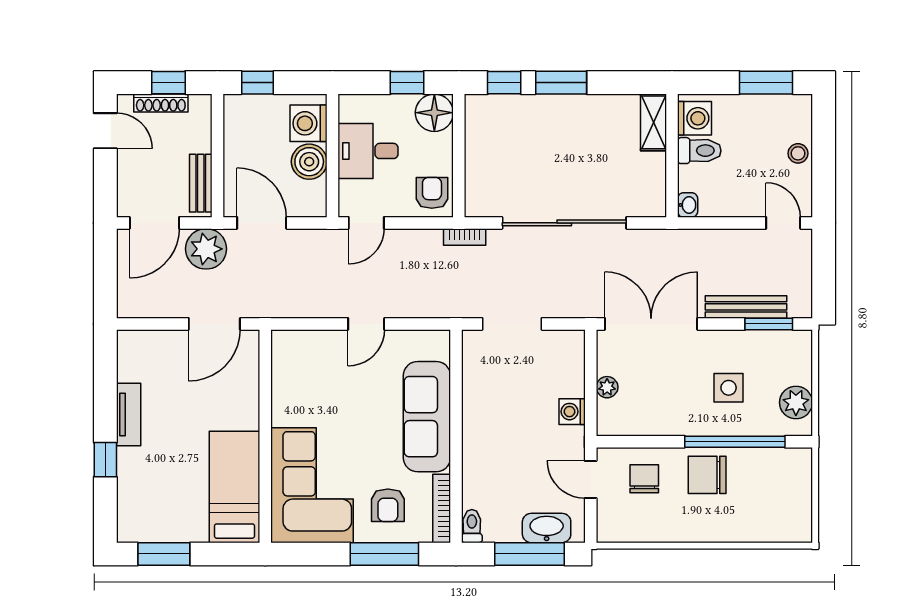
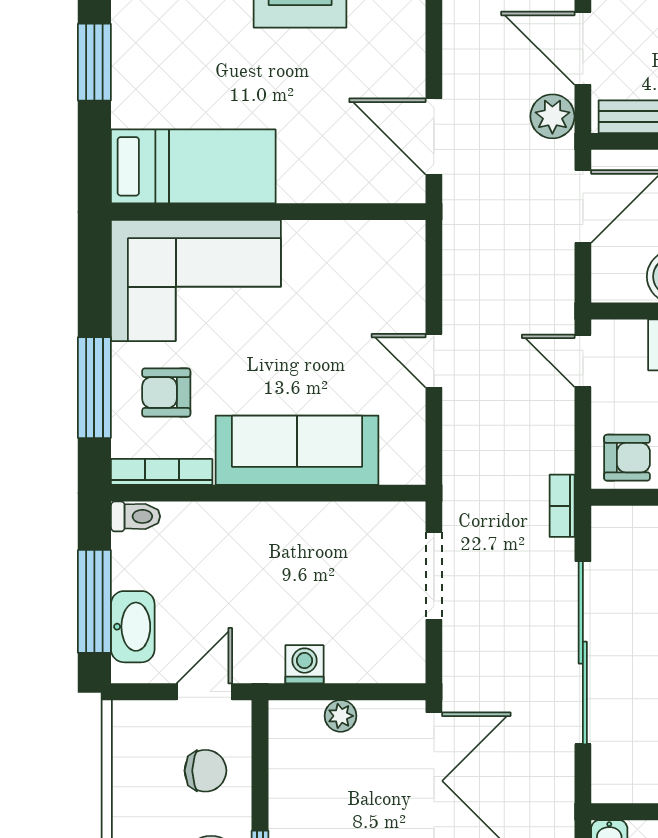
plant: (206, 249) -> (552, 116), width x0.73, depth x0.73

